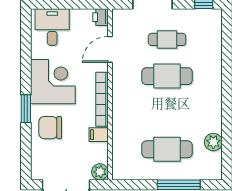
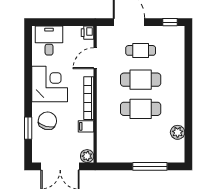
window: (26, 109) -> (28, 128), moved
chair: (50, 128) -> (47, 121), turned 105
cafe table: (167, 149) -> (141, 109), moved

